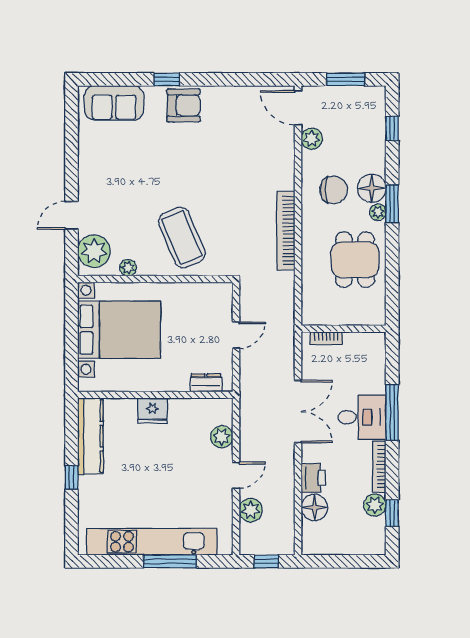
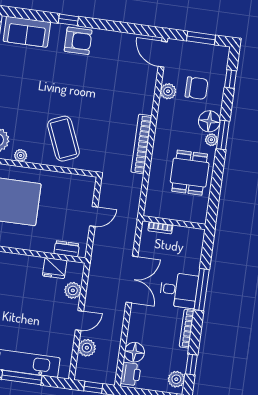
plant: (312, 139) -> (168, 91), moved
chair: (334, 190) -> (196, 88), moved
fridge: (152, 411) -> (55, 268), moved
printer: (313, 478) -> (130, 374), moved
plant: (375, 505) -> (176, 379), moved

